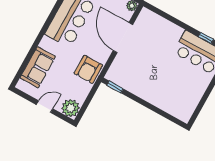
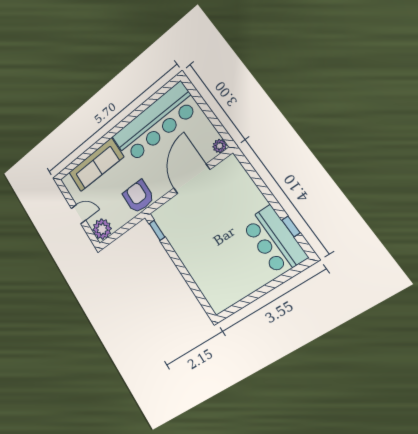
sofa: (38, 67) -> (96, 165), width x1.36
armchair: (88, 69) -> (138, 197), turned 90

